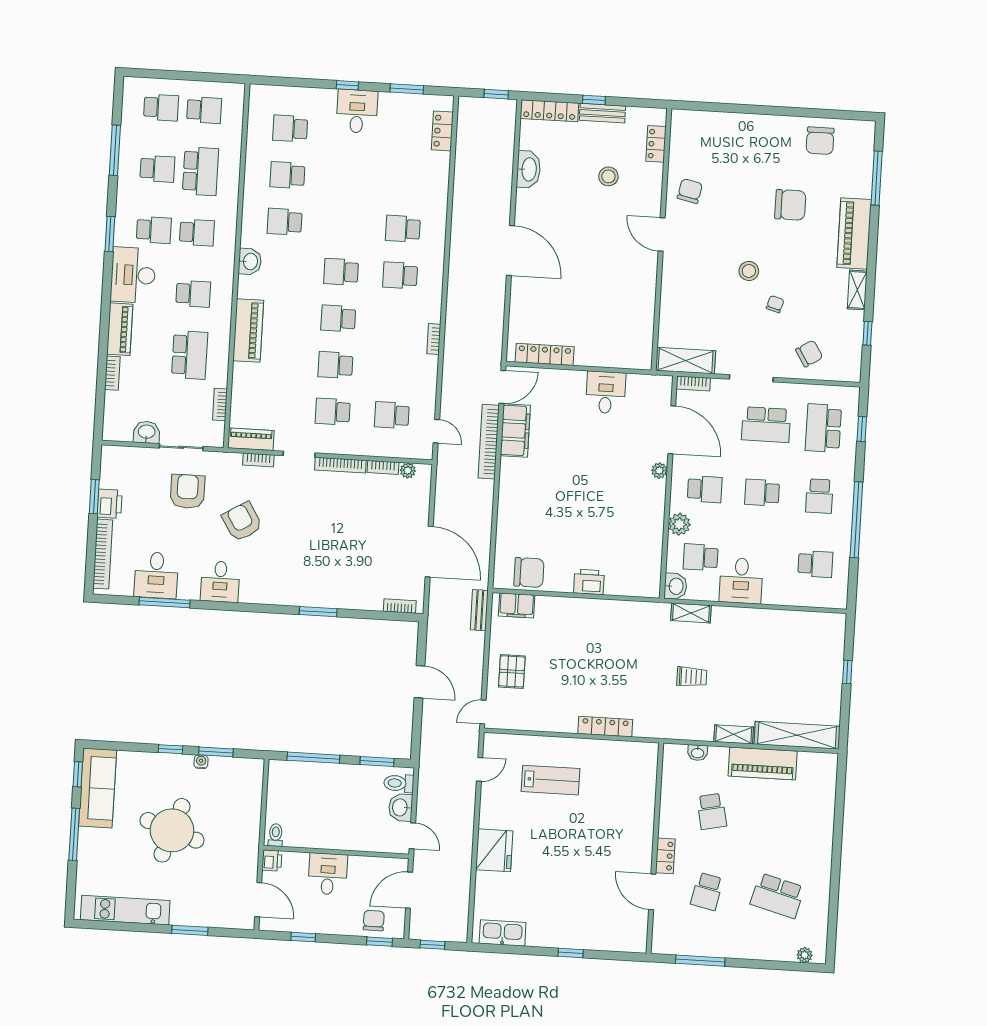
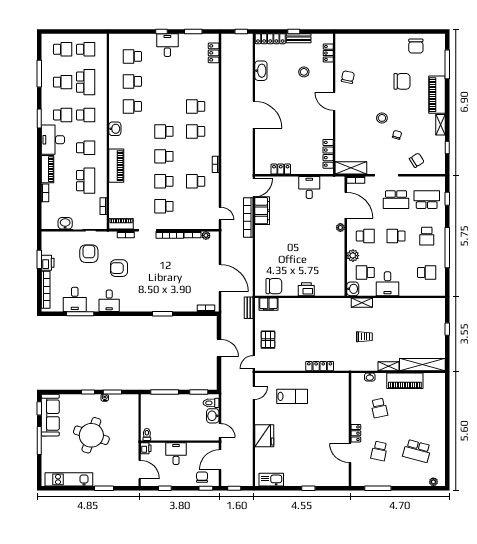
locker: (644, 332) -> (328, 154), added
locker: (545, 354) -> (281, 169), width x0.66
school desk: (392, 415) -> (196, 181), moved
school desk: (823, 428) -> (427, 200), turned 90
armchair: (242, 522) -> (119, 268), turned -59

